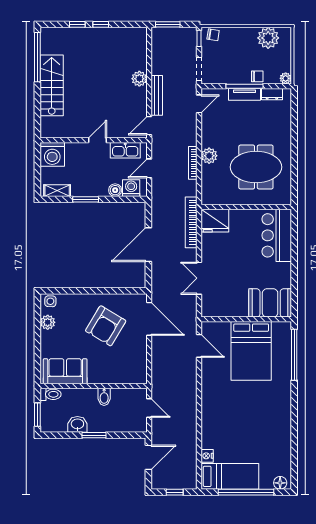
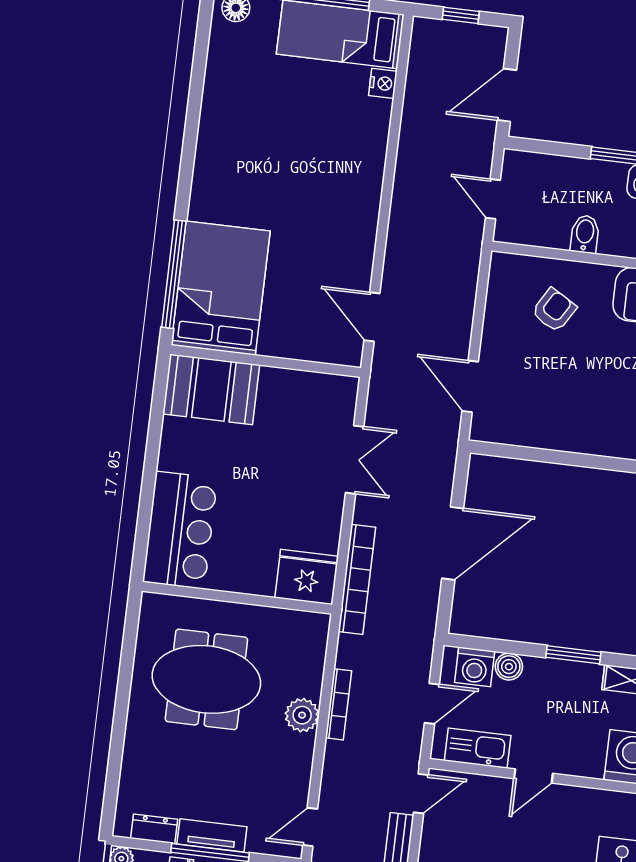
door: (149, 319) -> (470, 386), width x0.73
armchair: (106, 326) -> (554, 310), moved, width x0.53, depth x0.53
bed: (251, 351) -> (221, 288), moved

